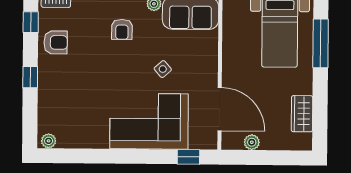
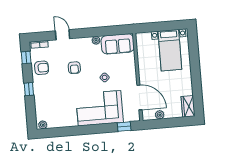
armchair: (122, 29) -> (74, 68), moved
window: (321, 43) -> (194, 54), removed
wardrobe: (302, 114) -> (188, 106), moved

